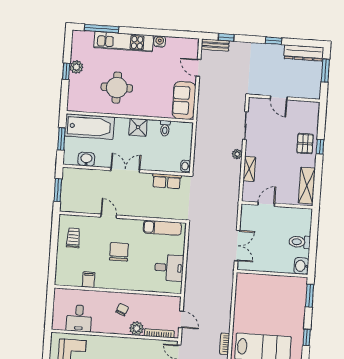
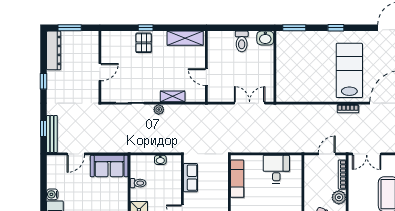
bench: (215, 45) -> (52, 134), width x1.36
pallet: (305, 144) -> (144, 43), turned 90
washbasin: (186, 166) -> (160, 160), moved

